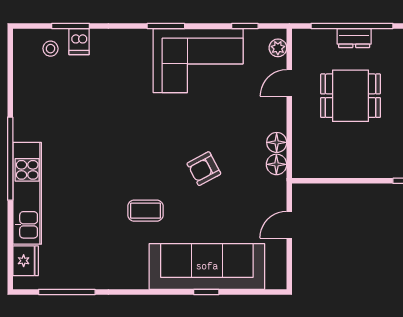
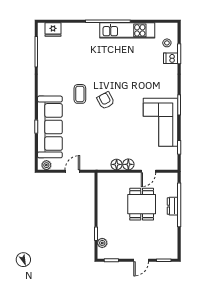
plant: (278, 48) -> (46, 165), moved
door: (289, 83) -> (149, 171), swing flipped
floor lamp: (276, 164) -> (128, 164), moved
armchair: (204, 169) -> (106, 100), moved
kitchen unit: (27, 193) -> (127, 30), moved
door: (289, 225) -> (72, 171), hinge flipped

